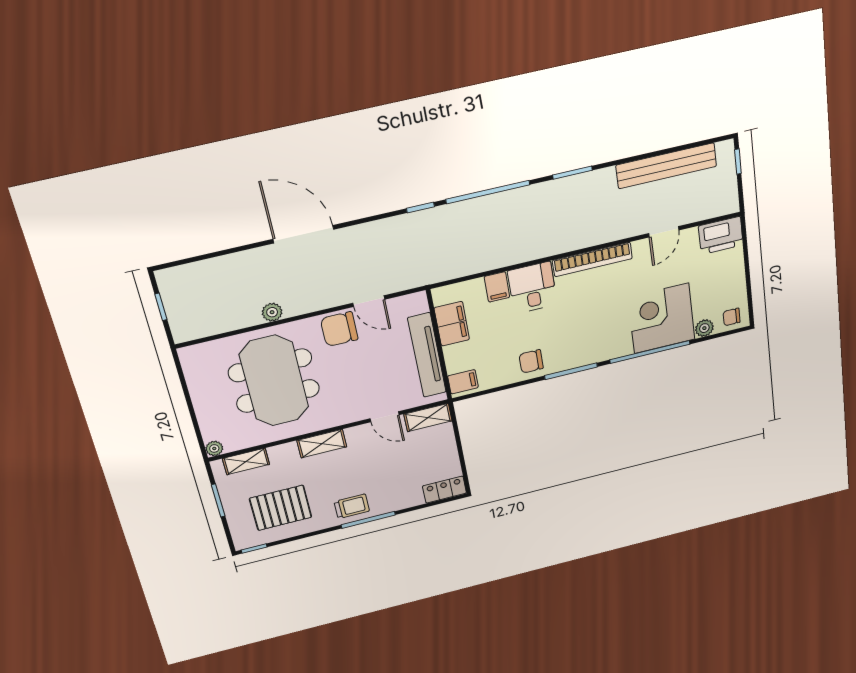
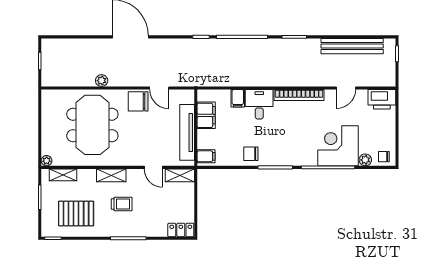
trolley: (352, 506) -> (122, 204), moved

